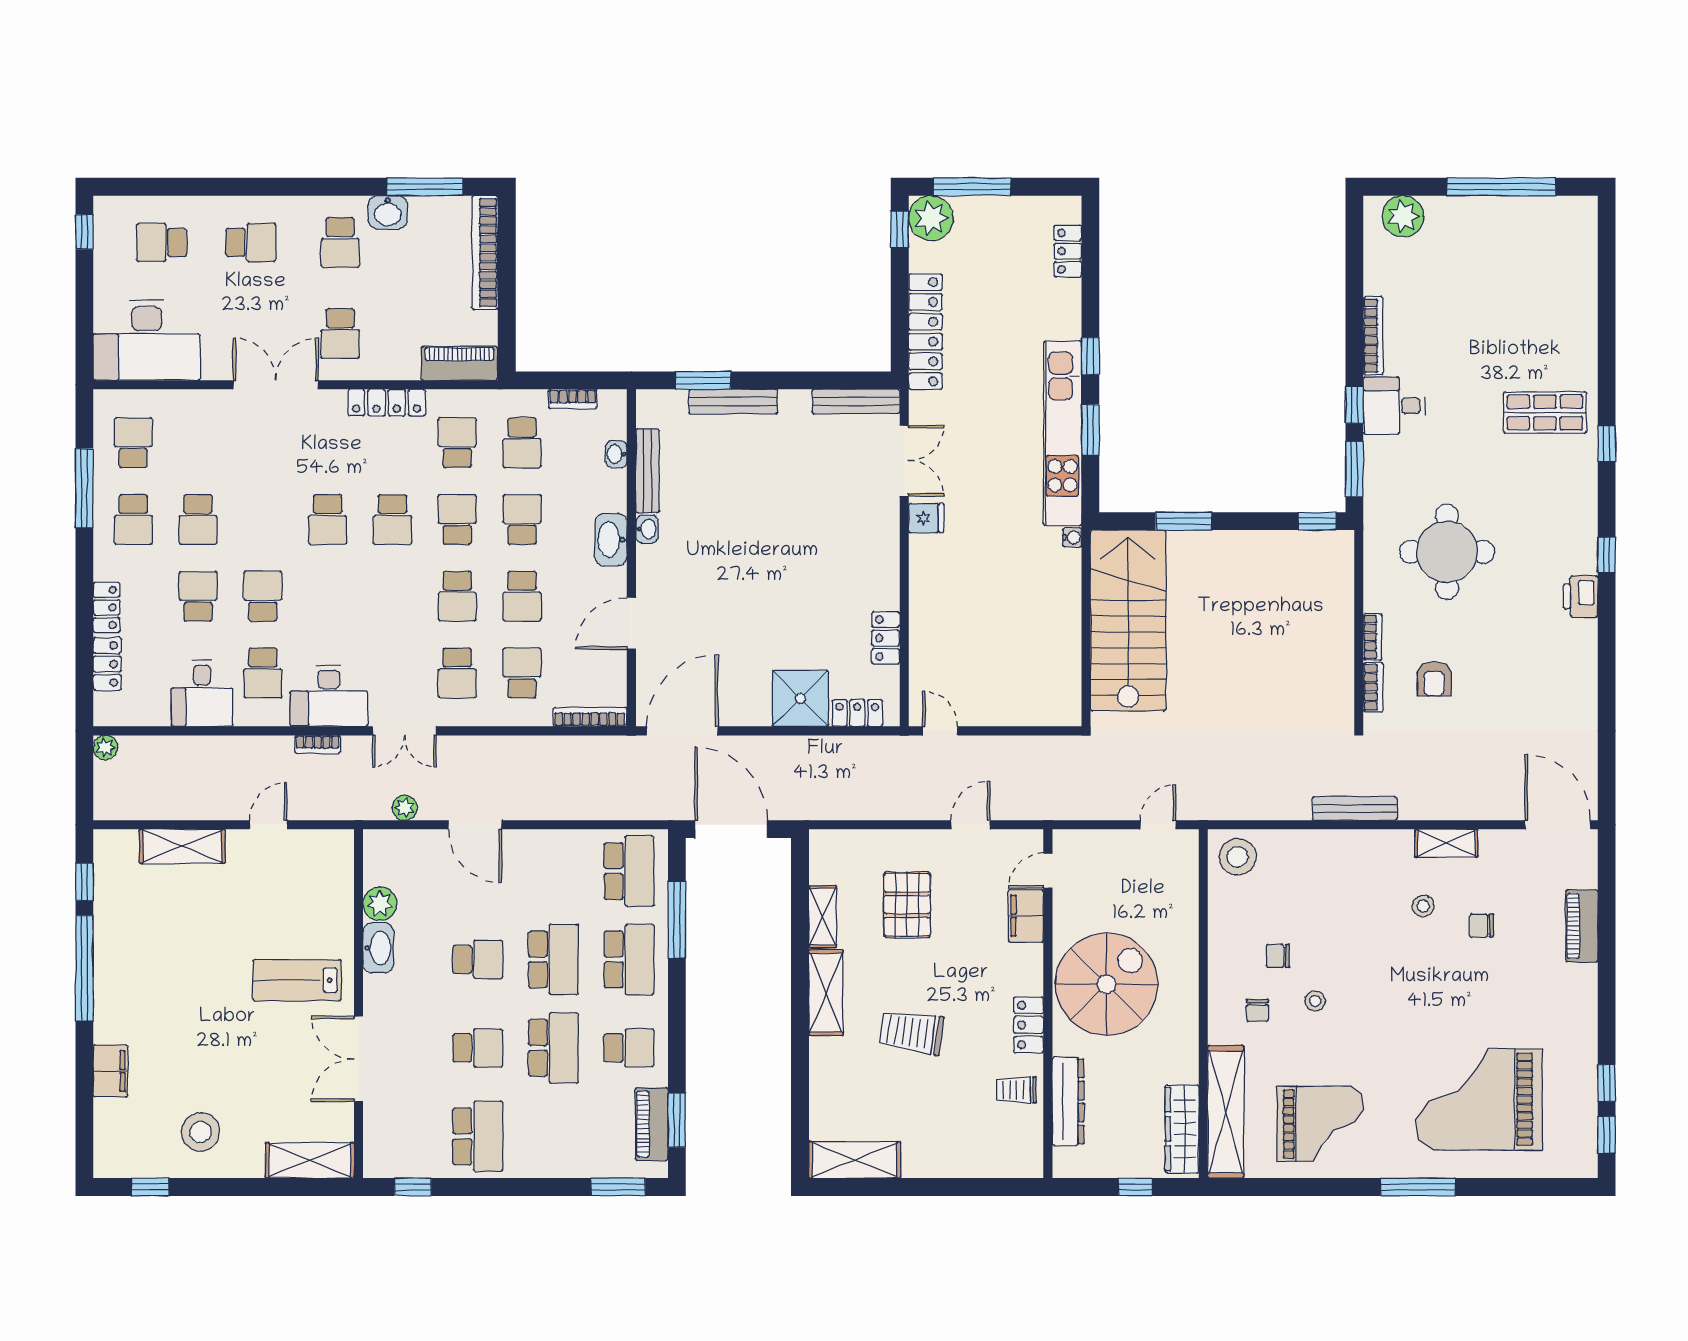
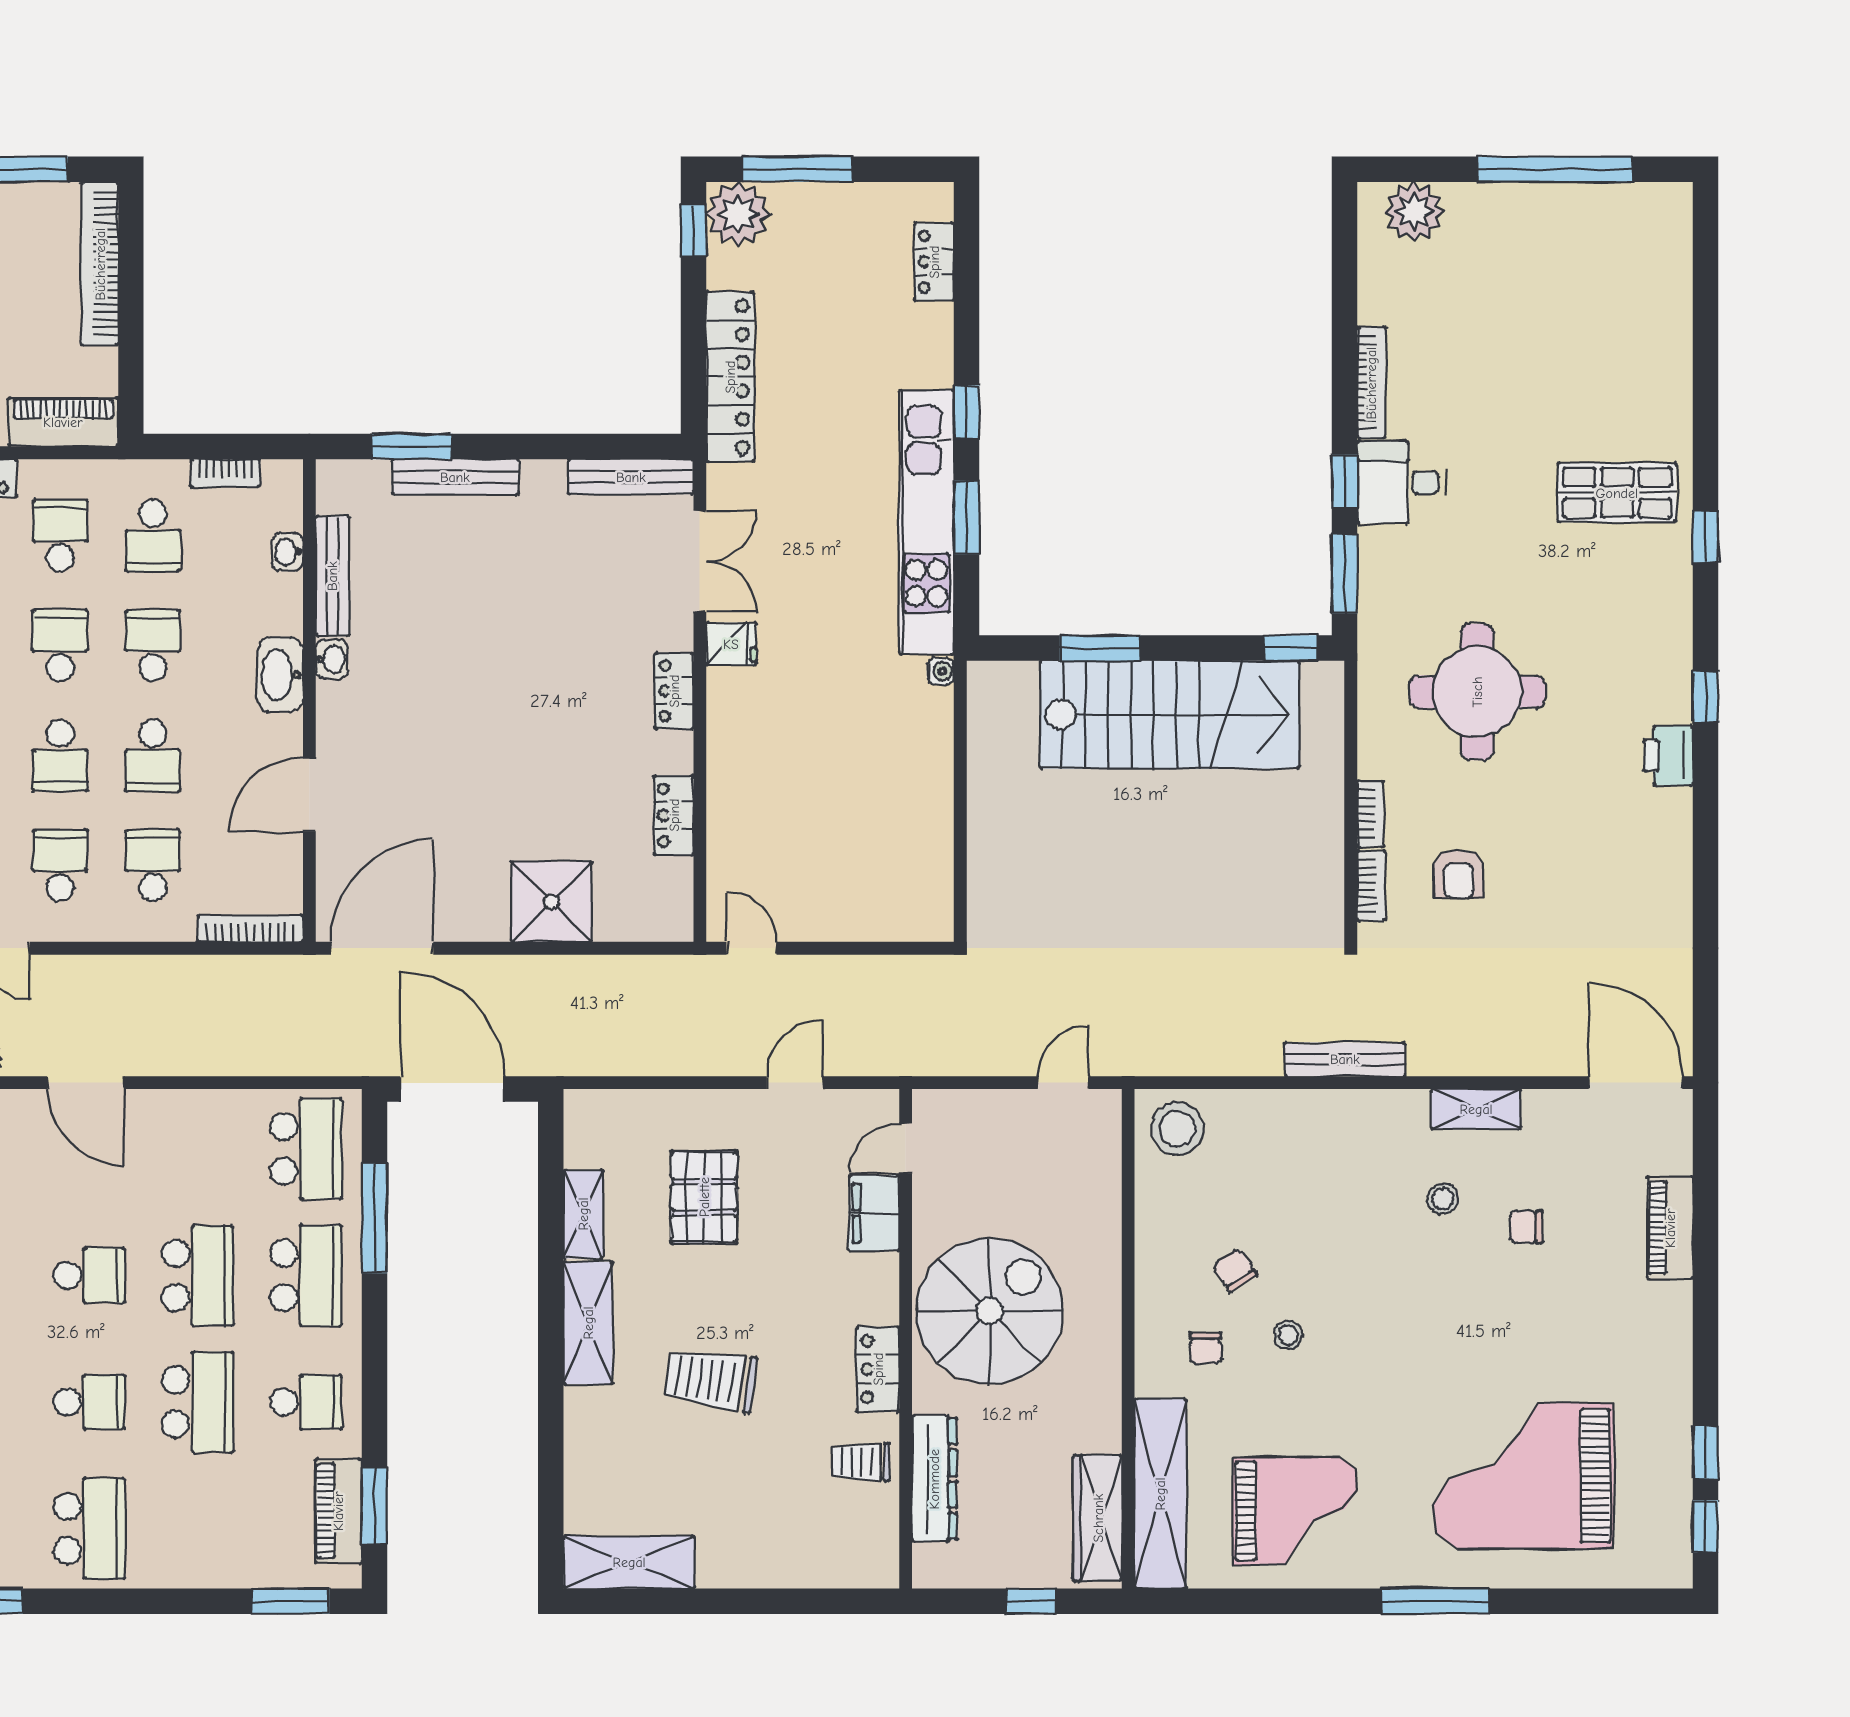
stairs: (1128, 620) -> (1170, 715), moved, turned 90
school desk: (457, 673) -> (60, 865), turned 180
locker: (857, 713) -> (674, 691), moved, turned -90
chair: (1278, 956) -> (1235, 1270), turned 57

